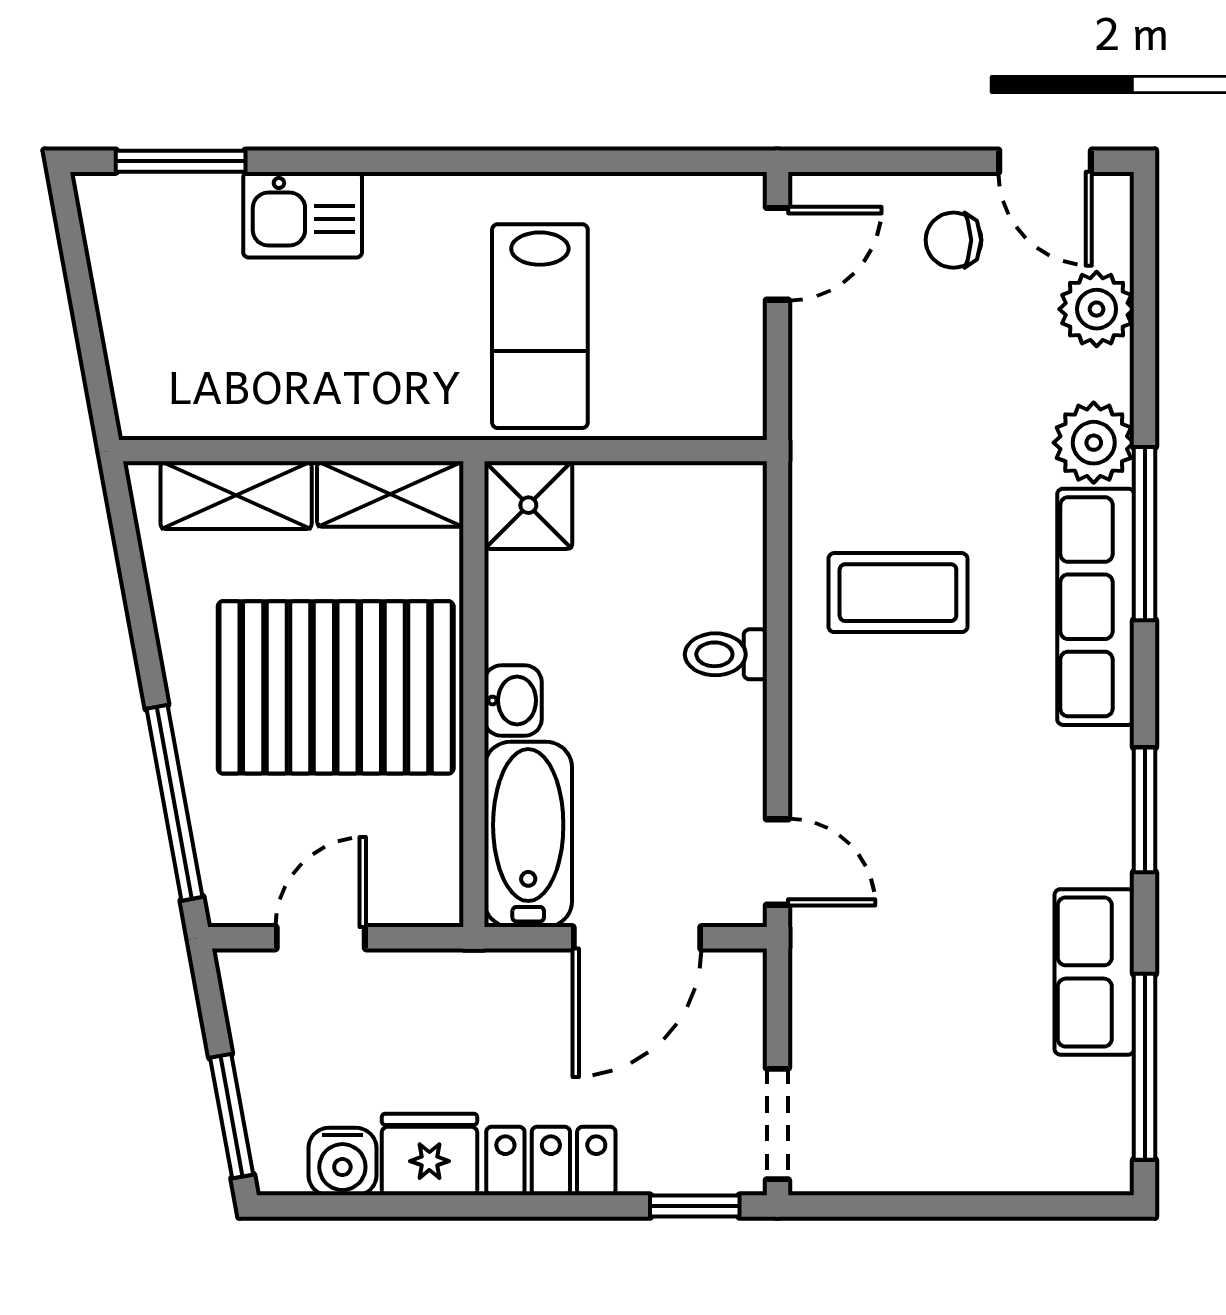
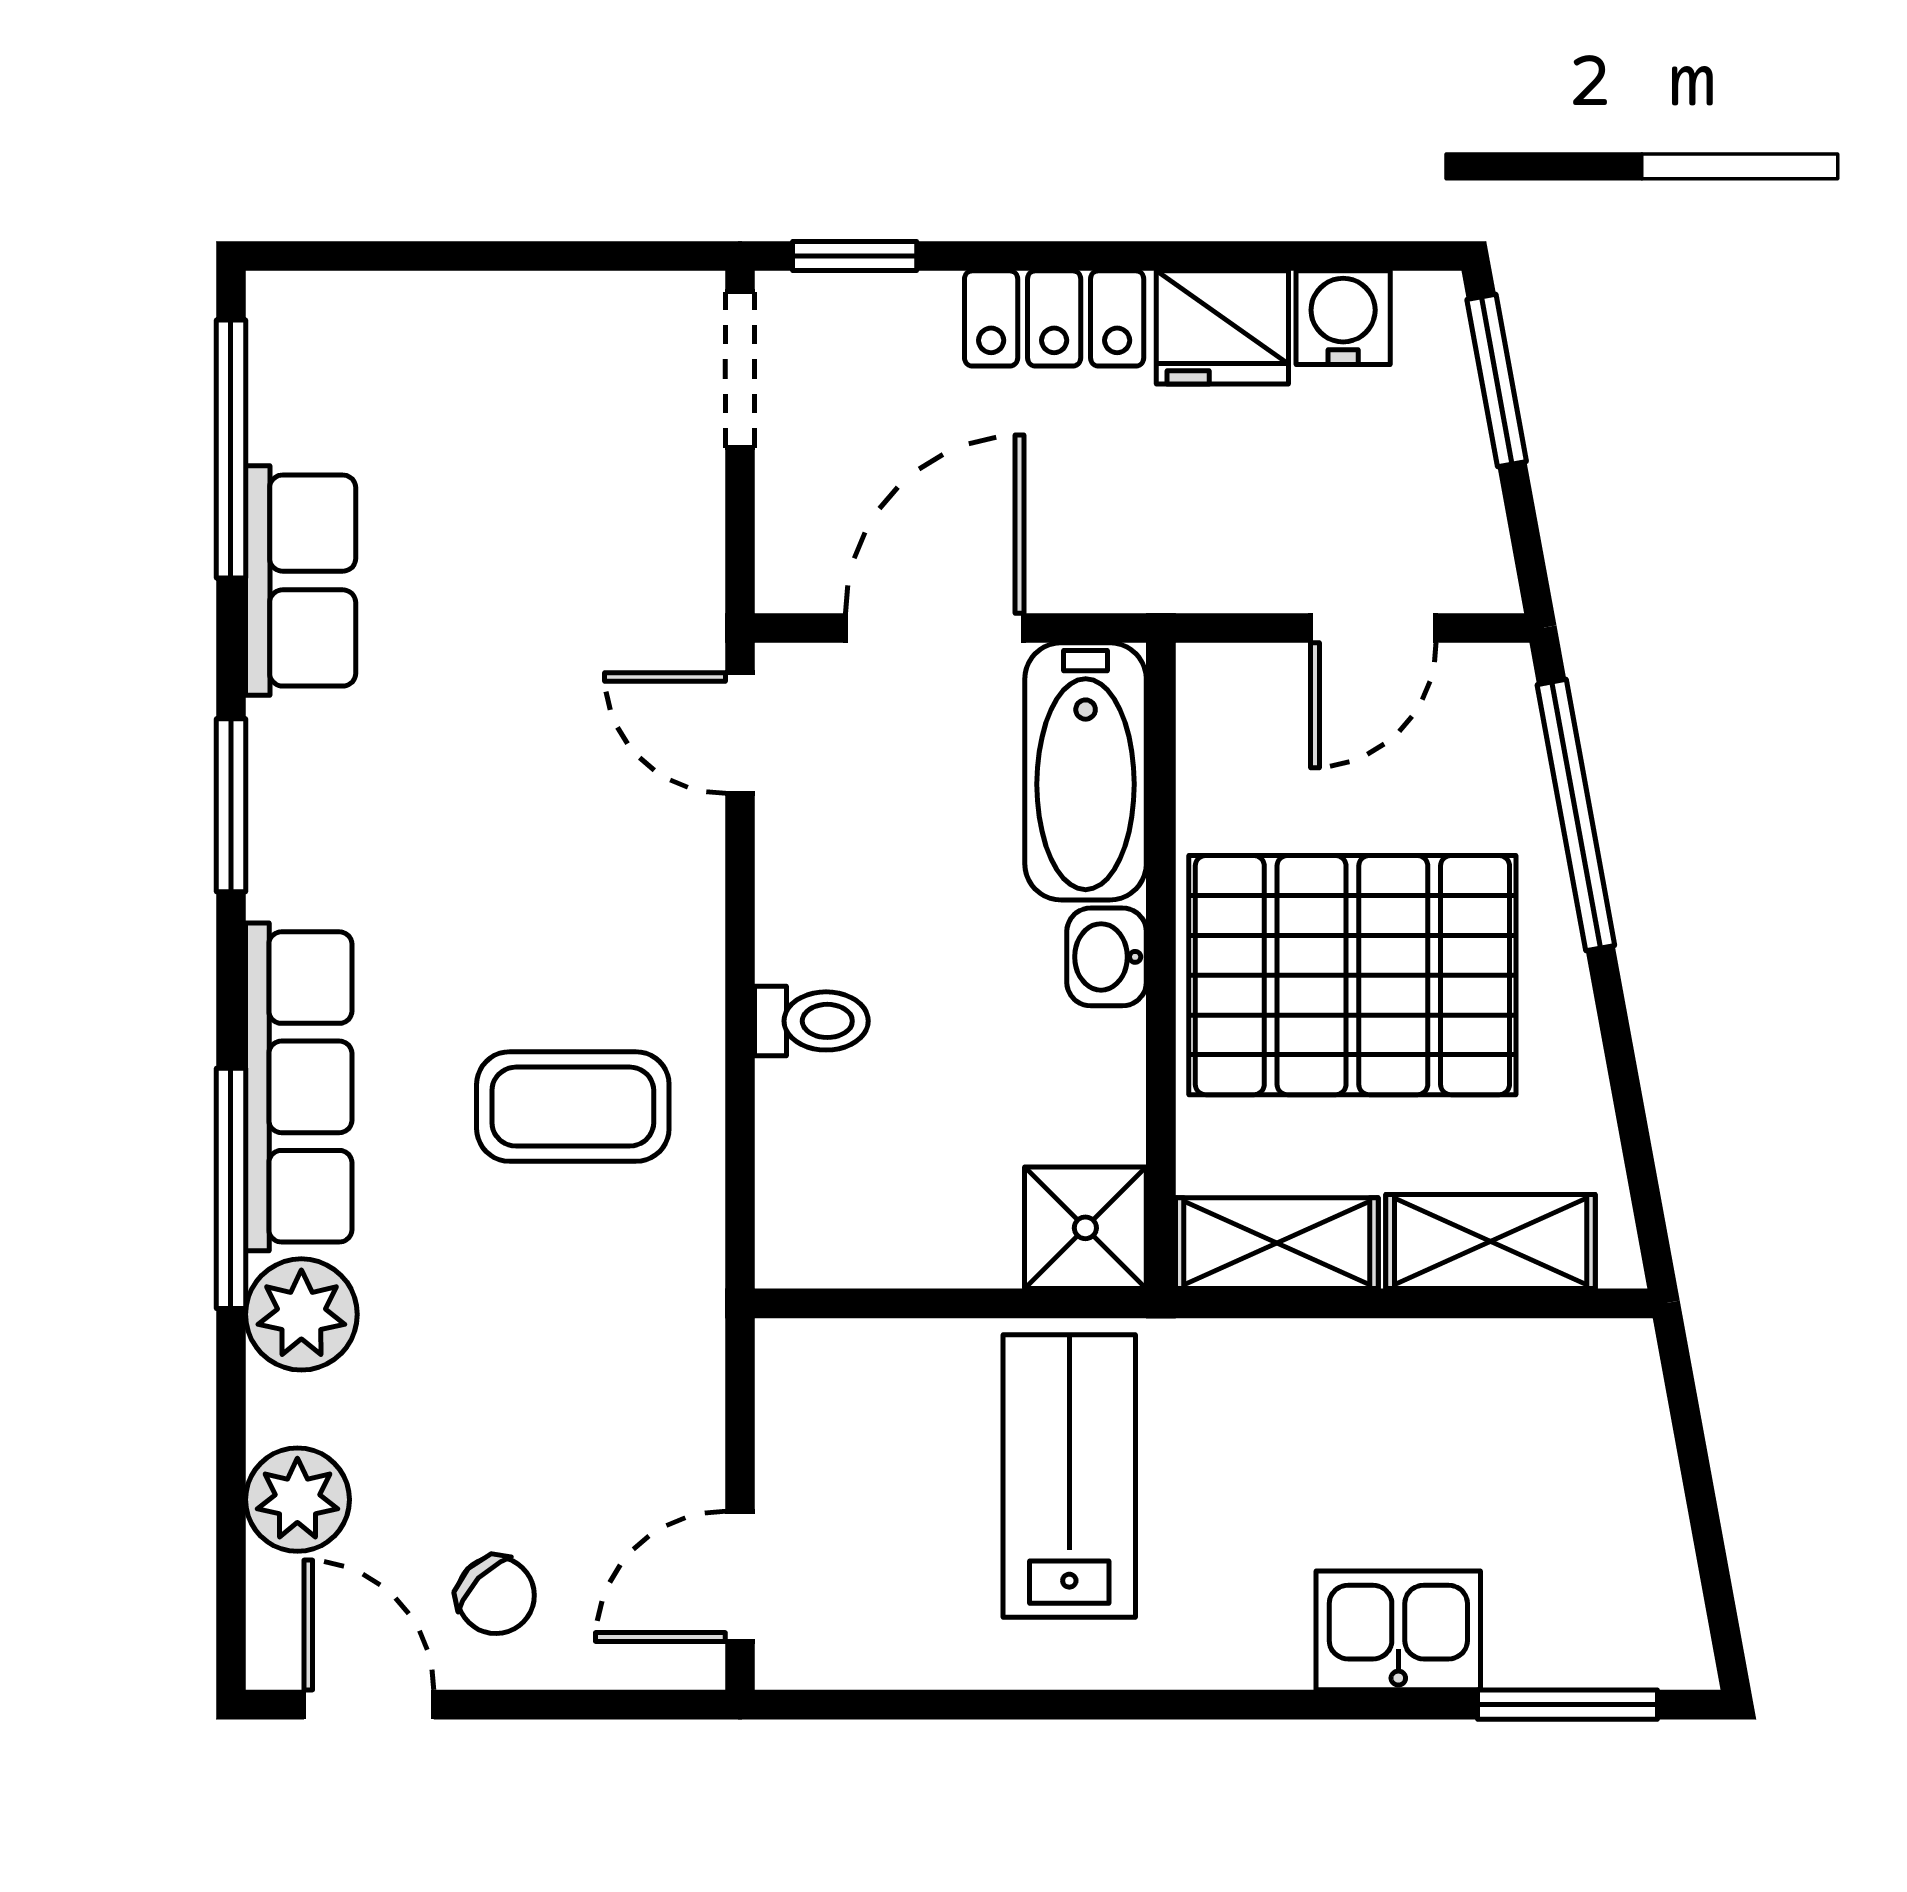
chair: (954, 240) -> (496, 1595), turned 44

